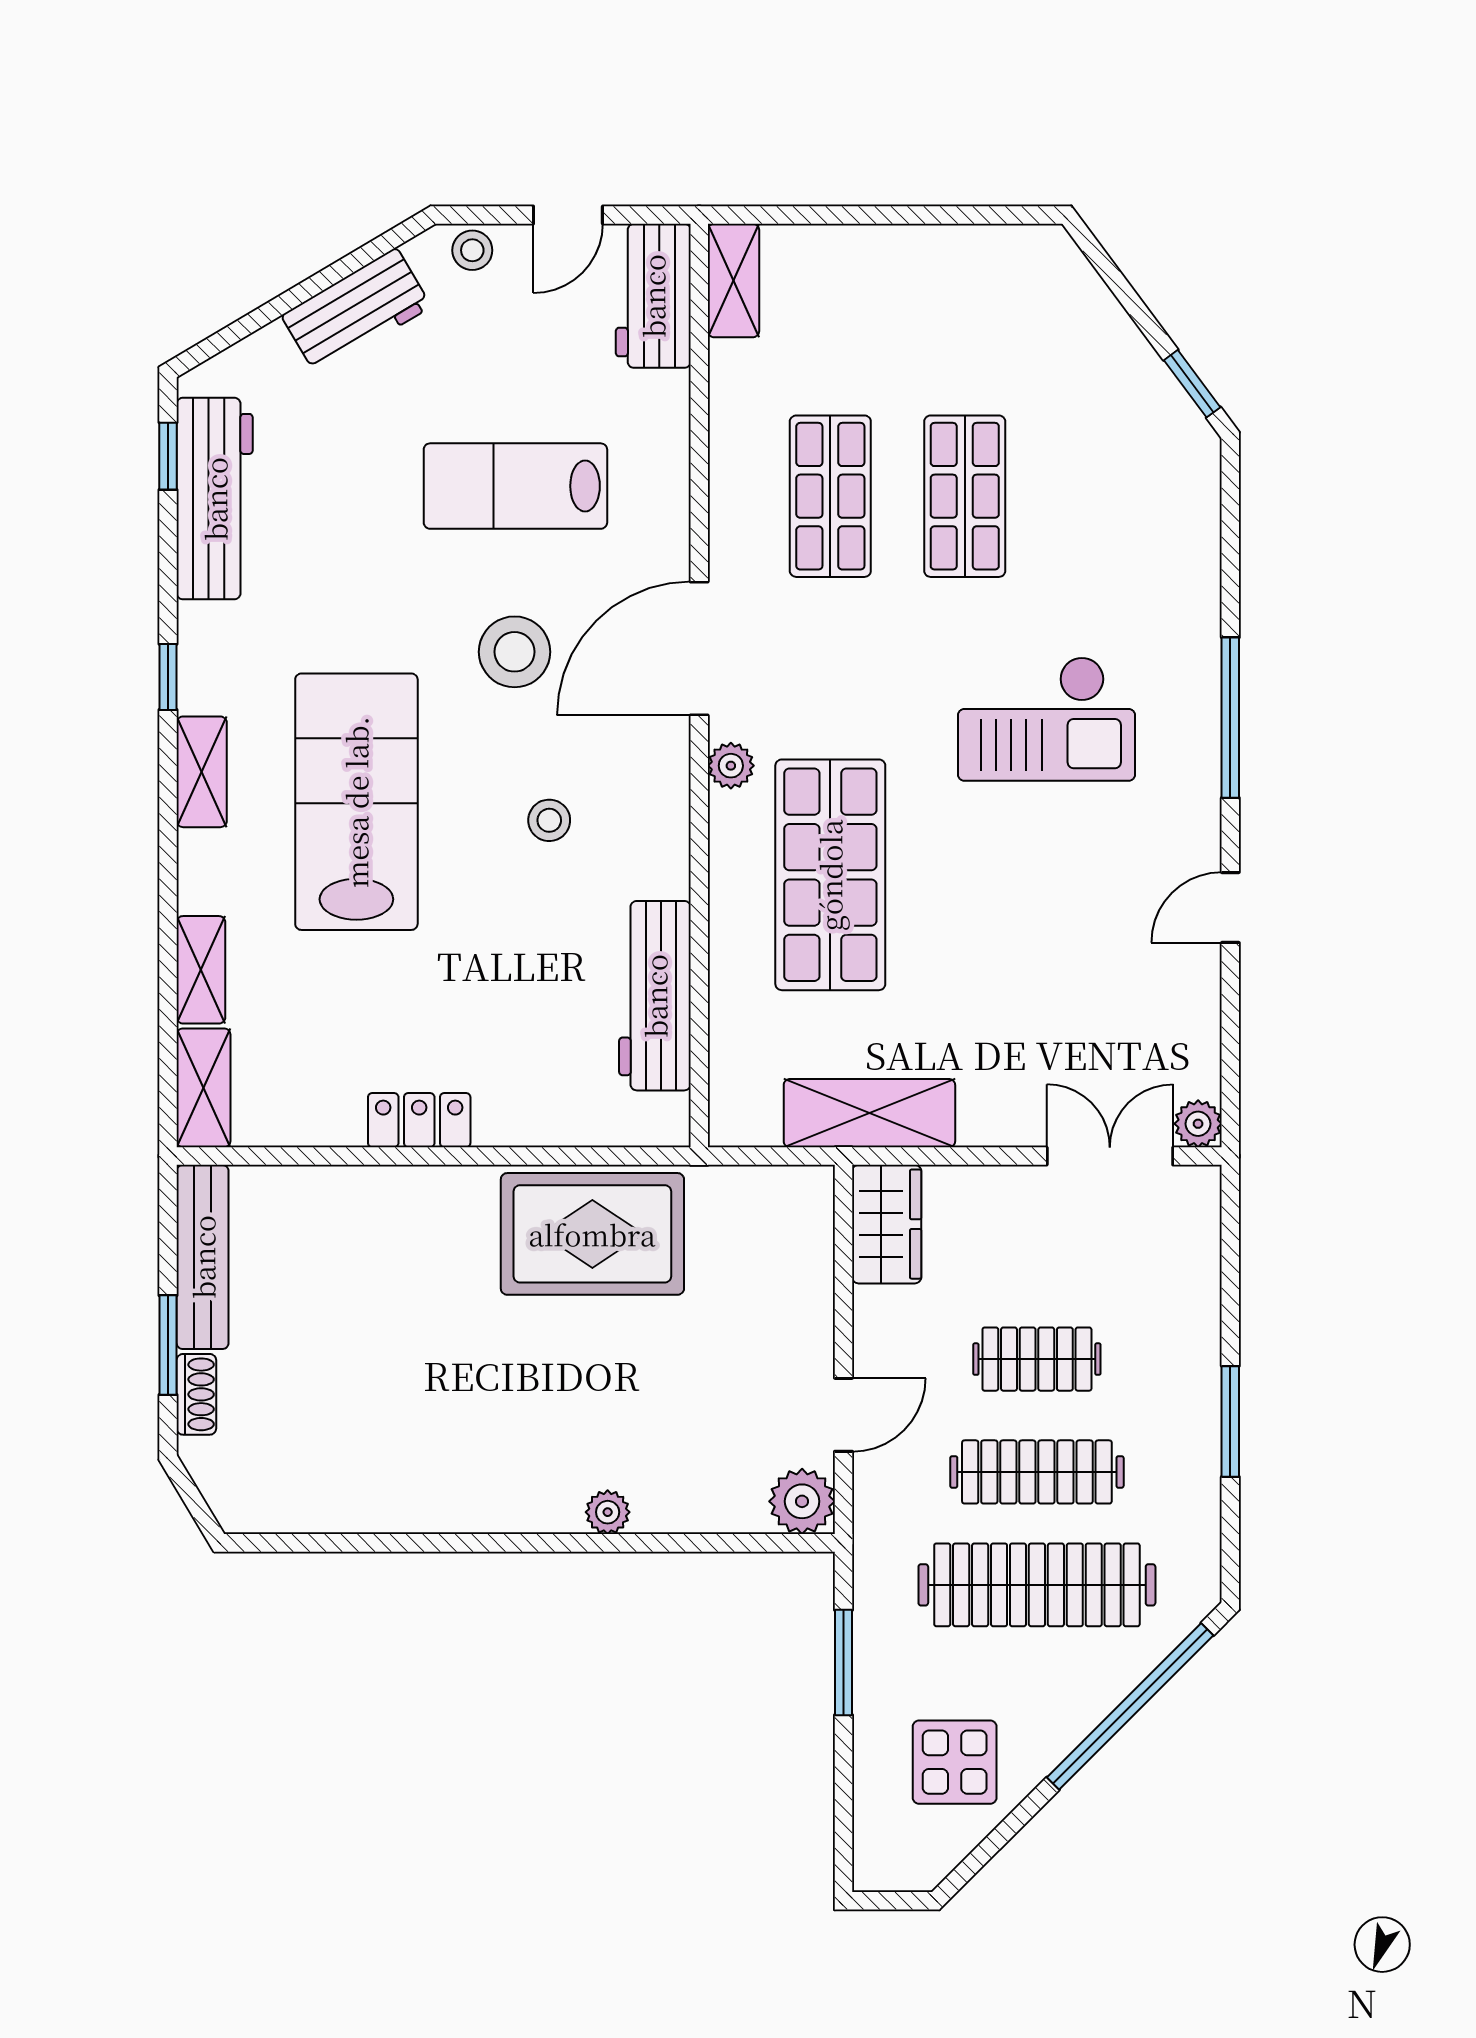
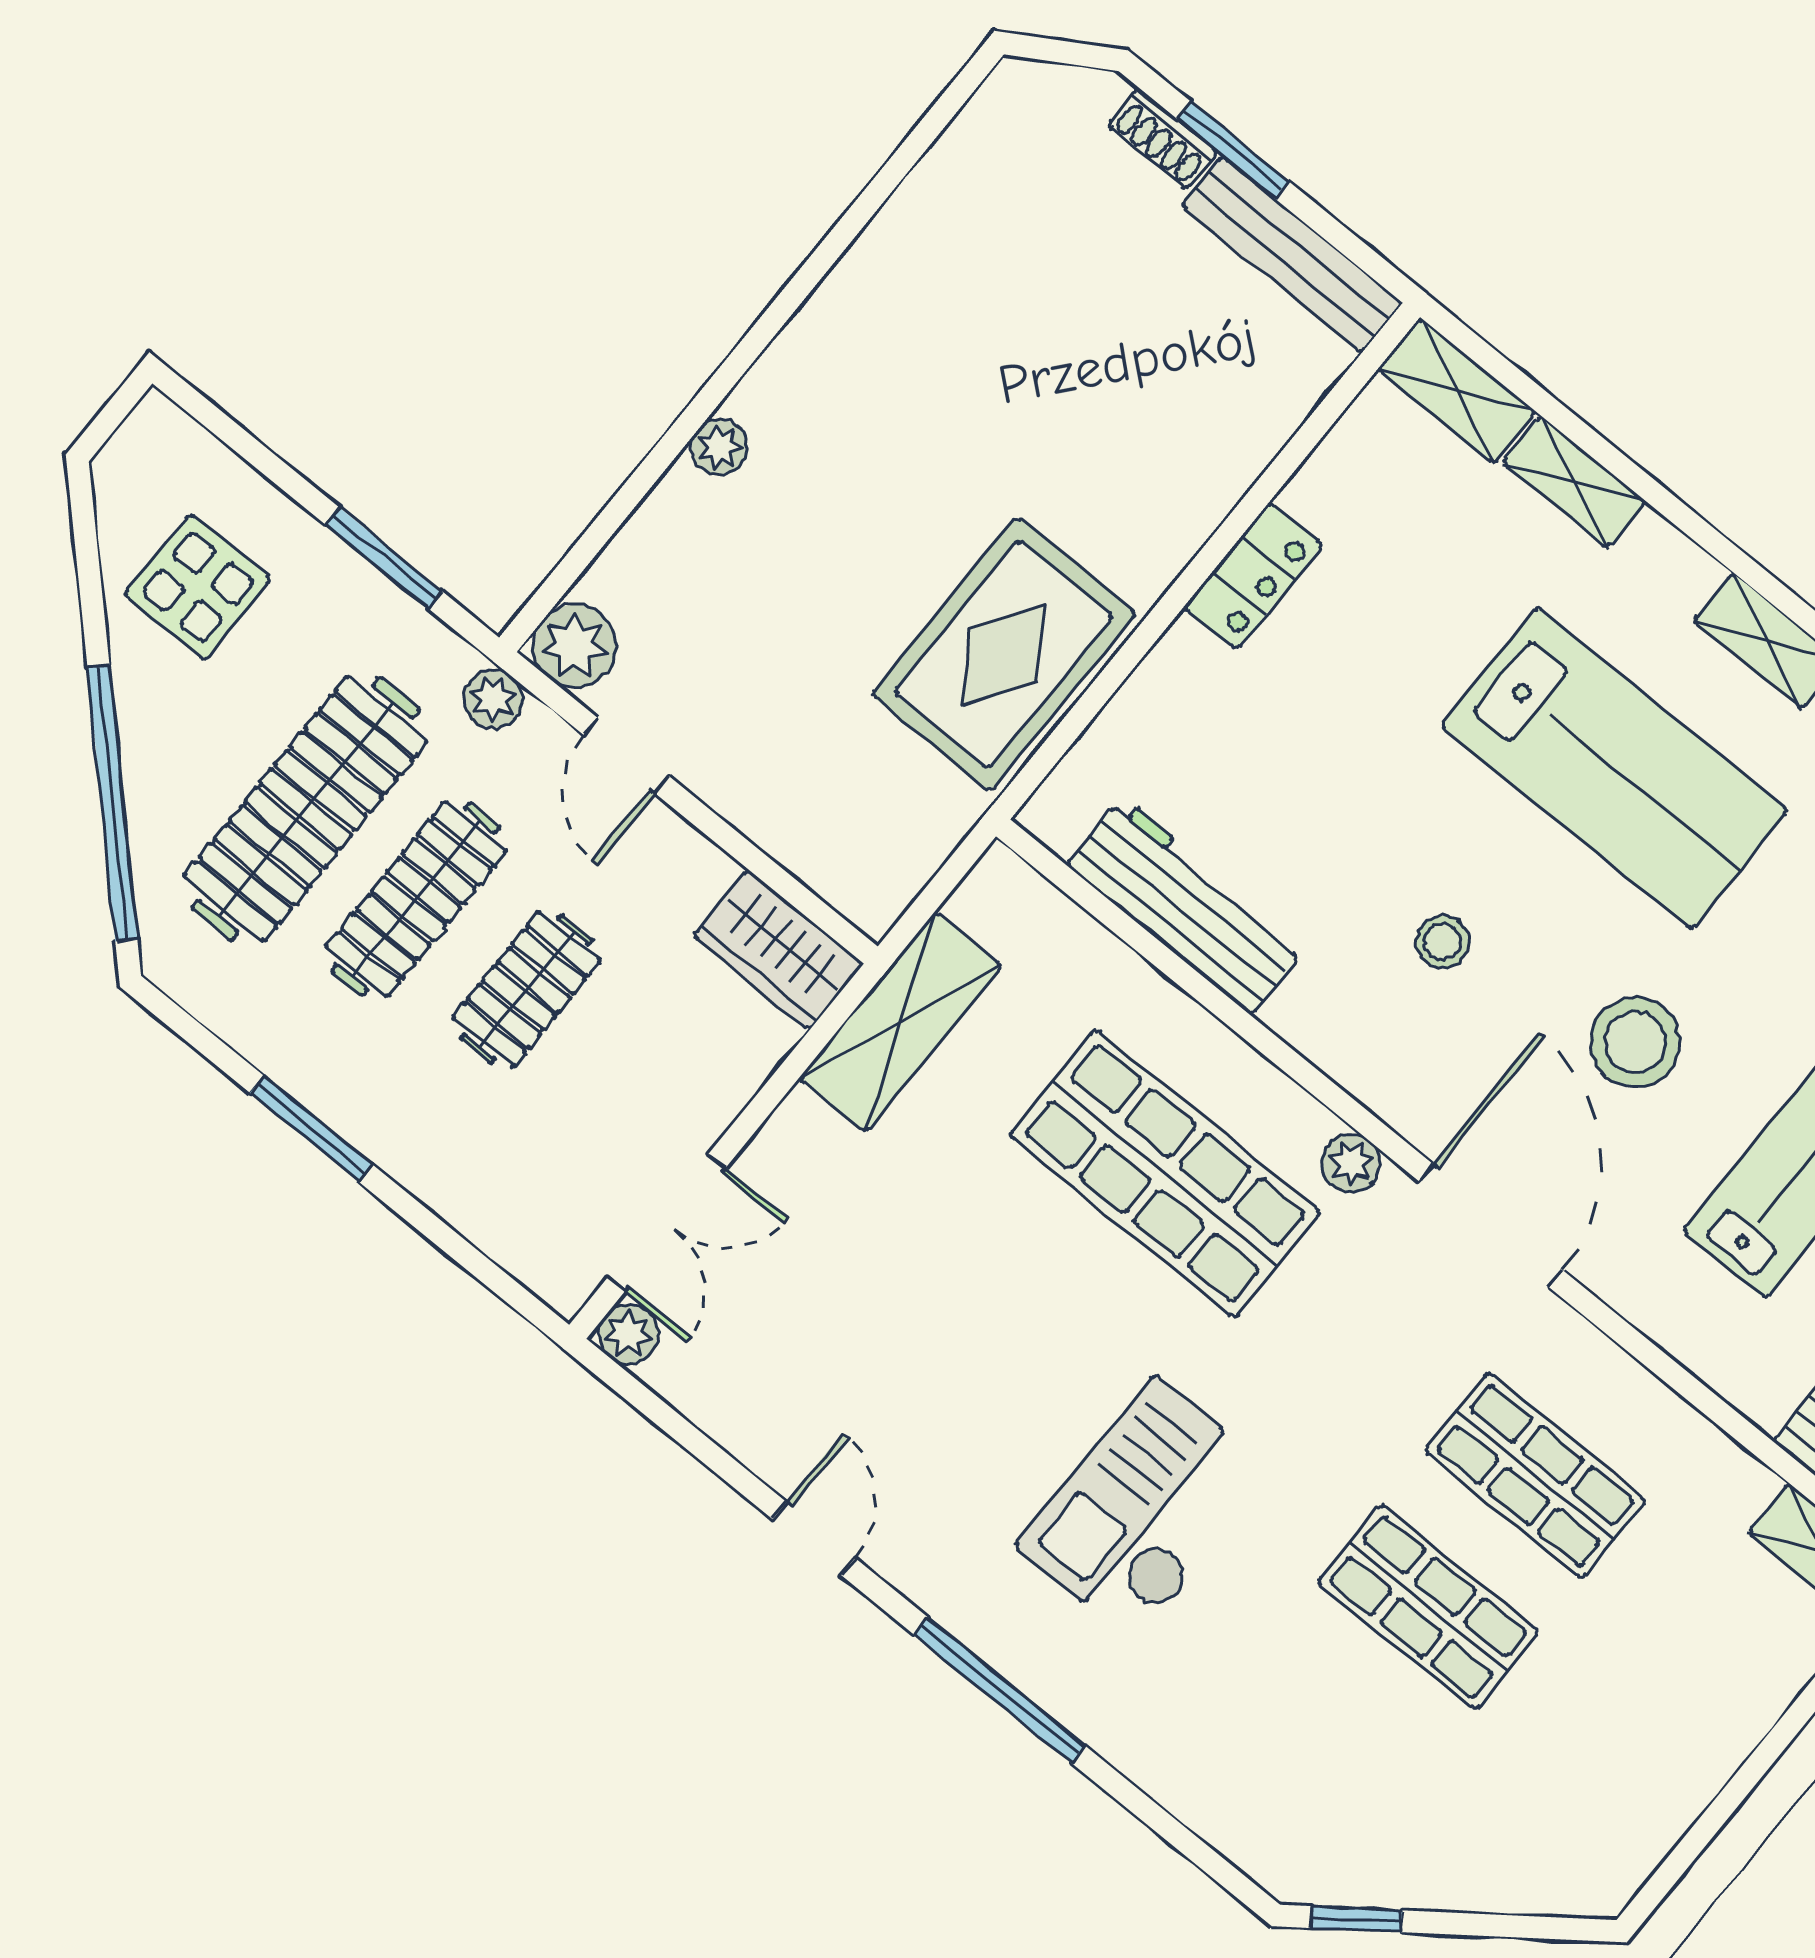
plant: (875, 1525) -> (493, 699), added

